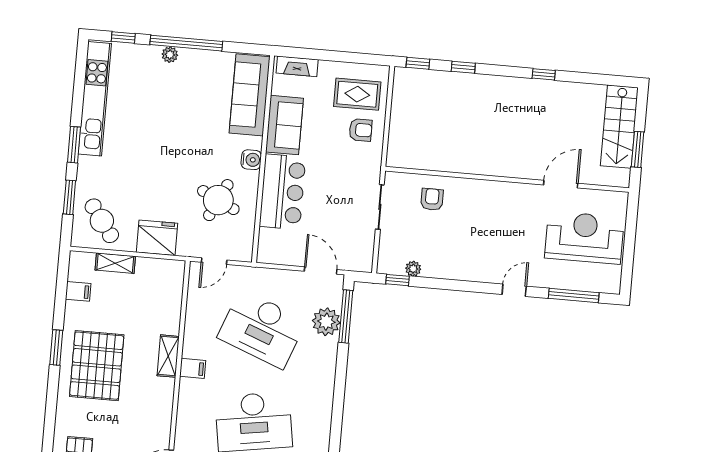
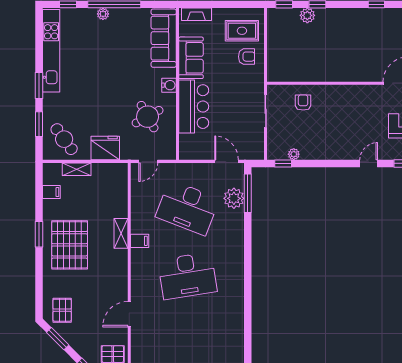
plant: (448, 81) -> (307, 15), added
round table: (218, 200) -> (148, 117), turned 35

